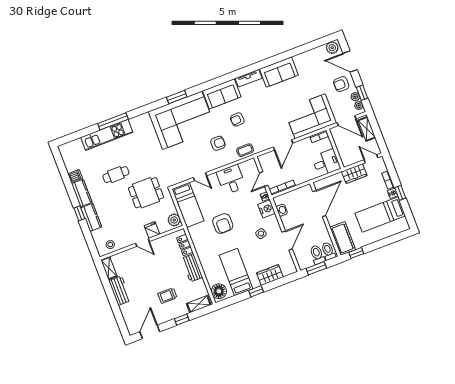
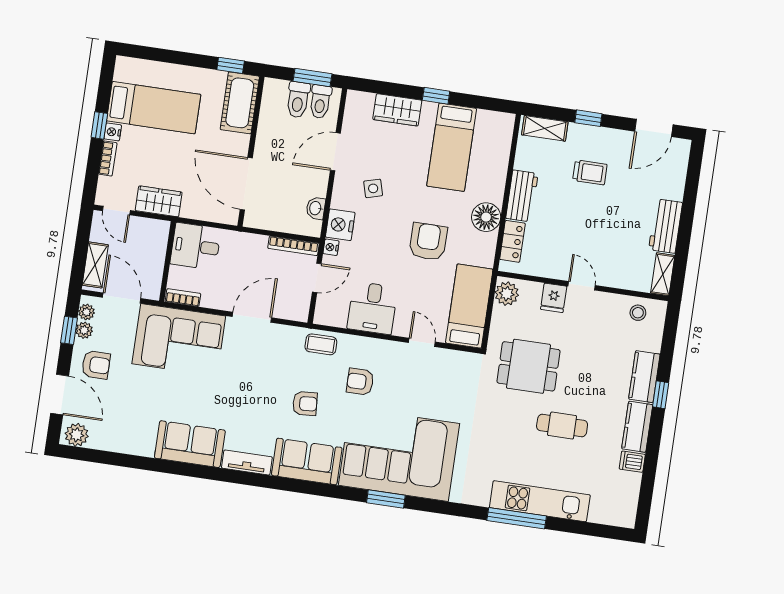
door: (319, 204) -> (246, 184), hinge flipped
toilet: (328, 251) -> (320, 102), moved
floor lamp: (219, 291) -> (486, 217), moved

